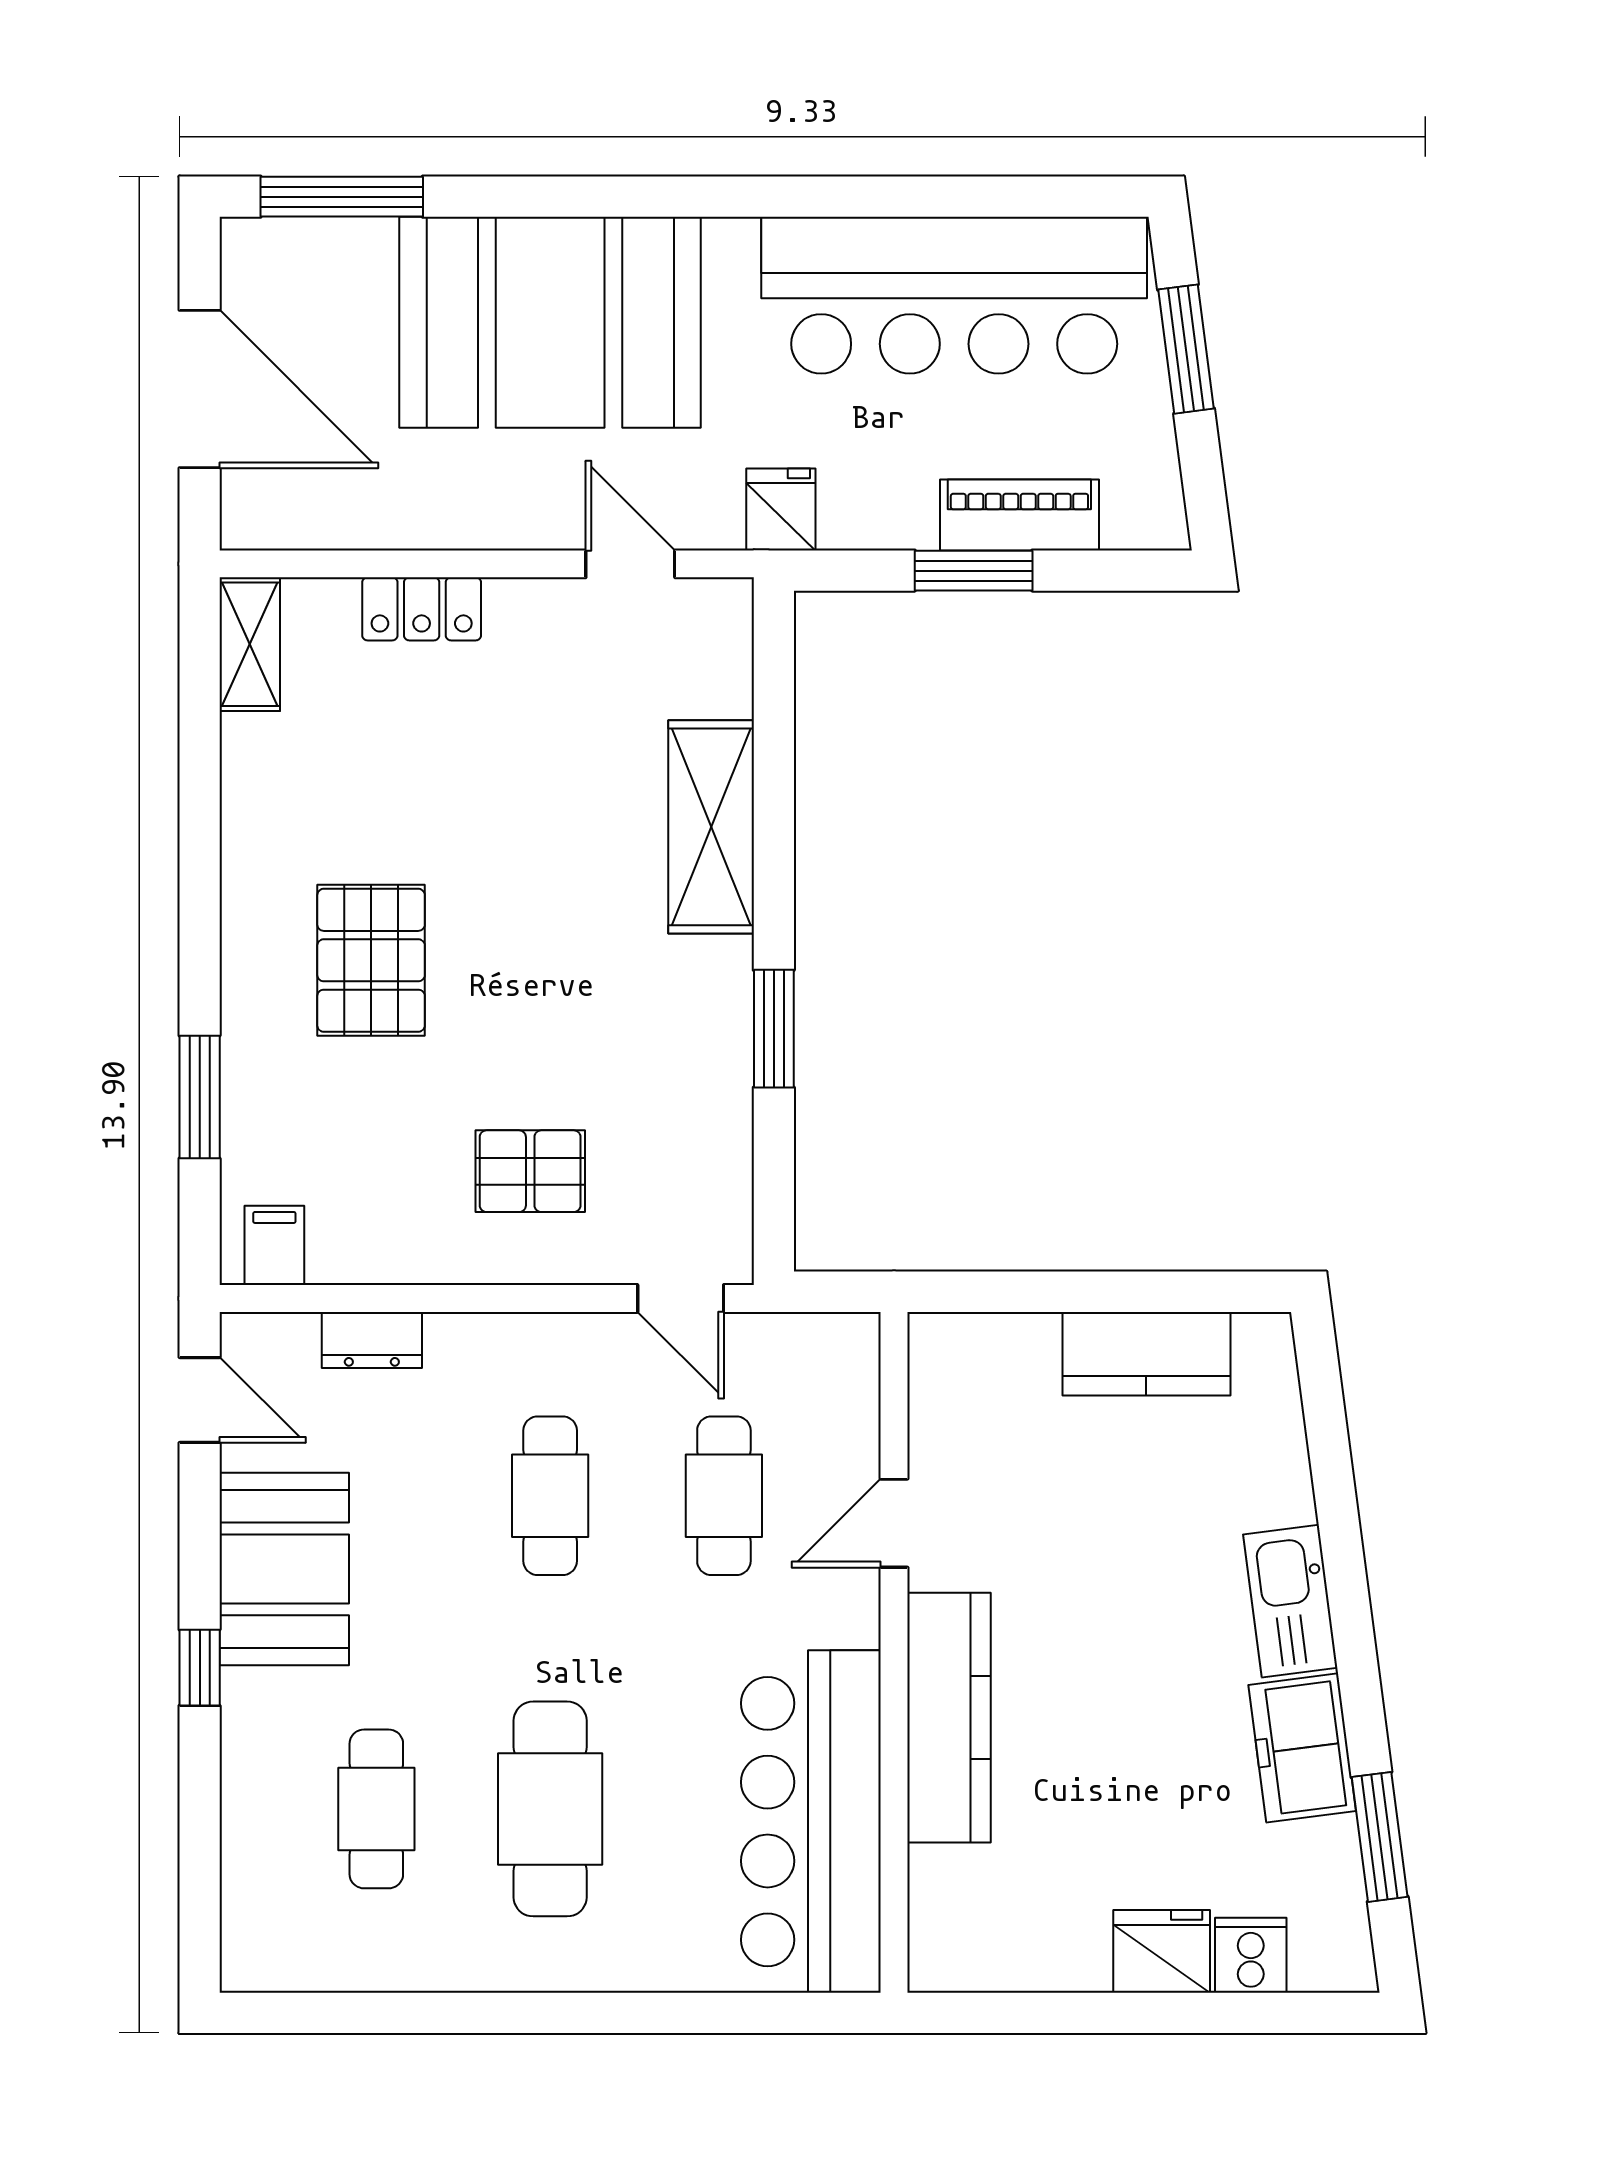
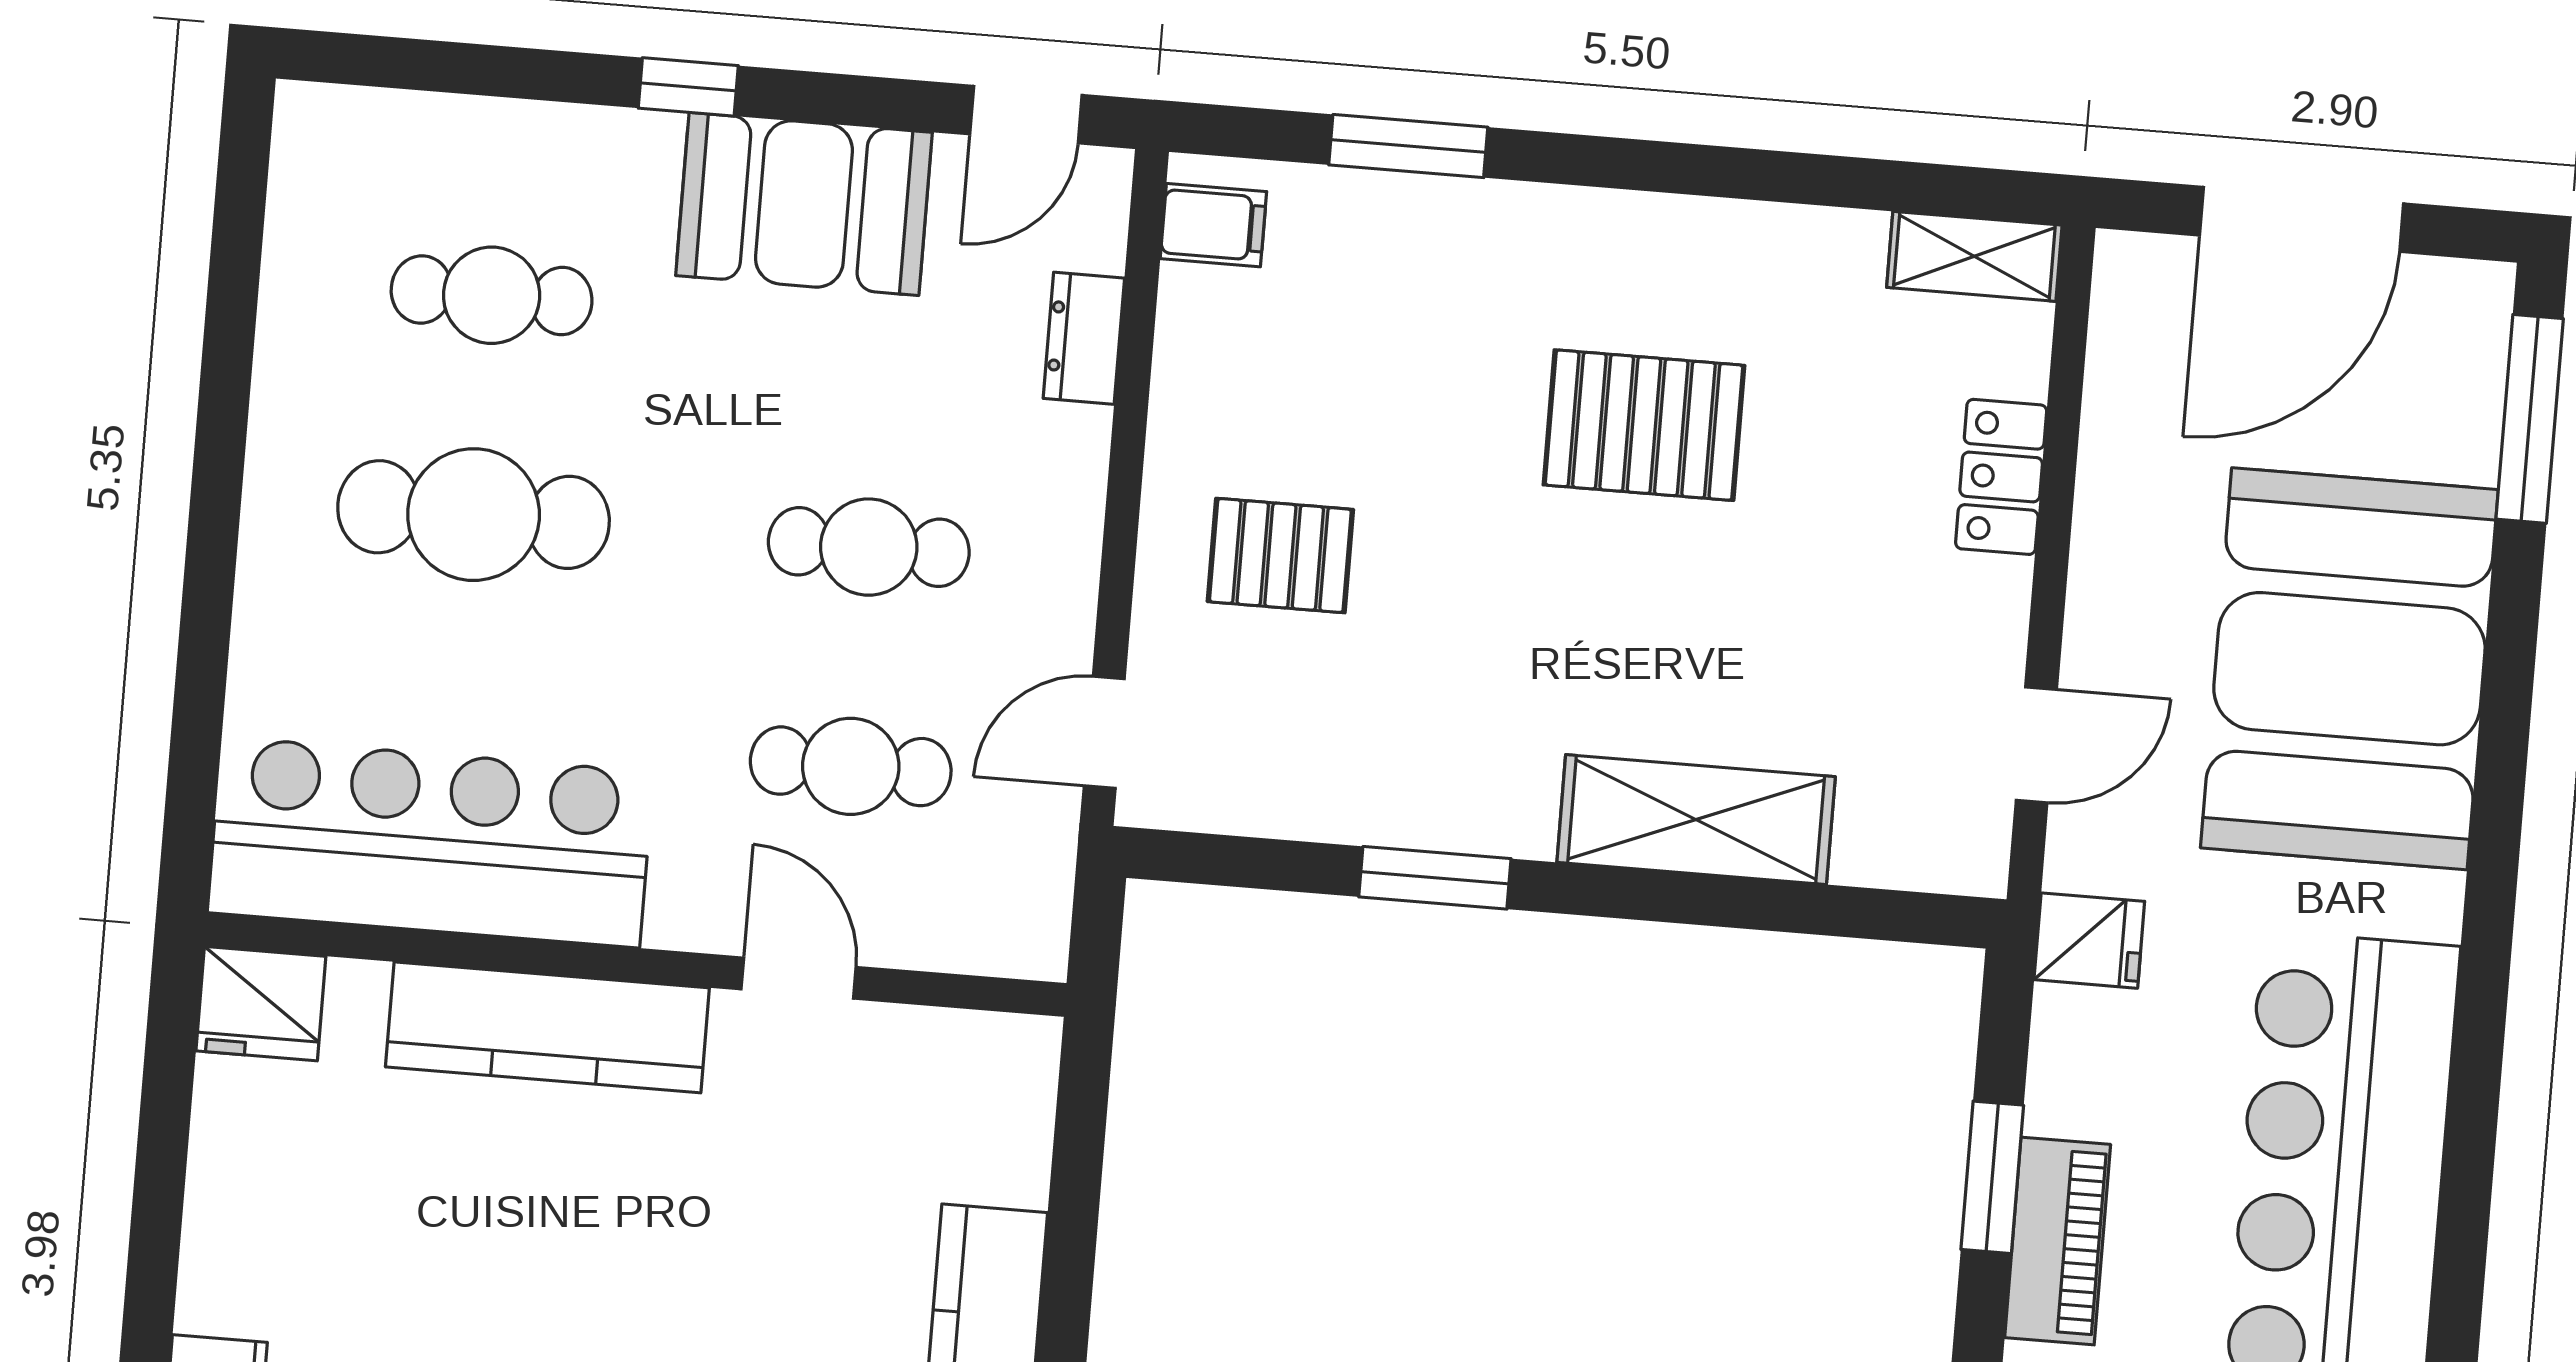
pallet: (371, 960) -> (1644, 425), moved
pallet: (530, 1171) -> (1280, 556), turned 90
fridge: (1162, 1951) -> (261, 1004), moved, turned 90

